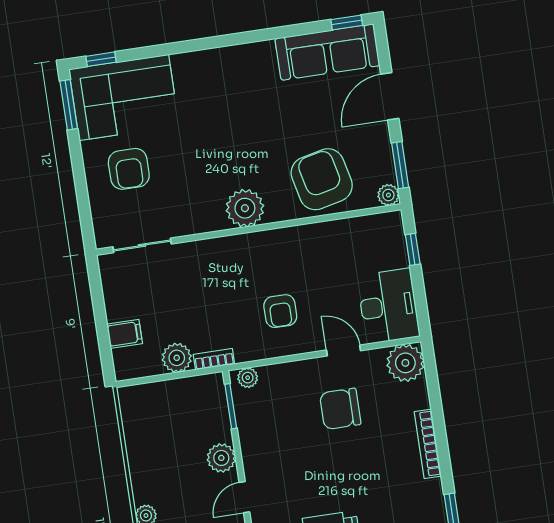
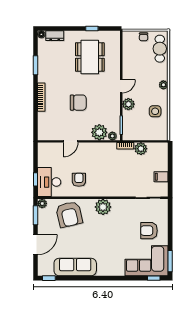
sofa: (327, 52) -> (75, 267), moved
armchair: (129, 169) -> (149, 231), turned -90
desk: (388, 306) -> (49, 182), moved
armchair: (280, 311) -> (79, 180), moved
filing cabinet: (125, 334) -> (161, 177), moved
door: (344, 350) -> (71, 141), hinge flipped
plant: (405, 363) -> (99, 132), moved
chair: (340, 409) -> (78, 103), moved
side table: (156, 451) -> (155, 111), added

